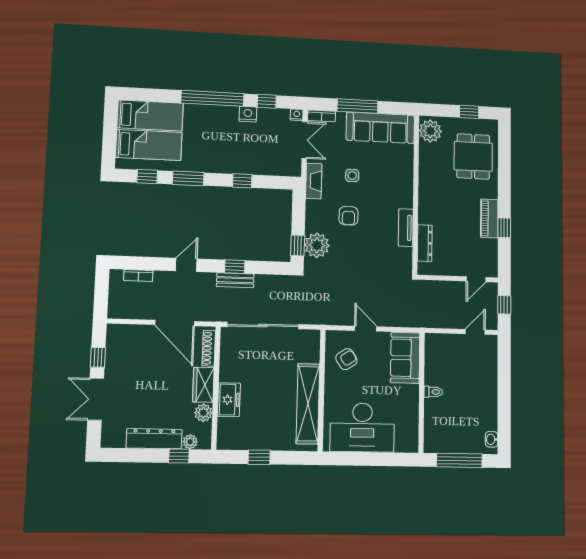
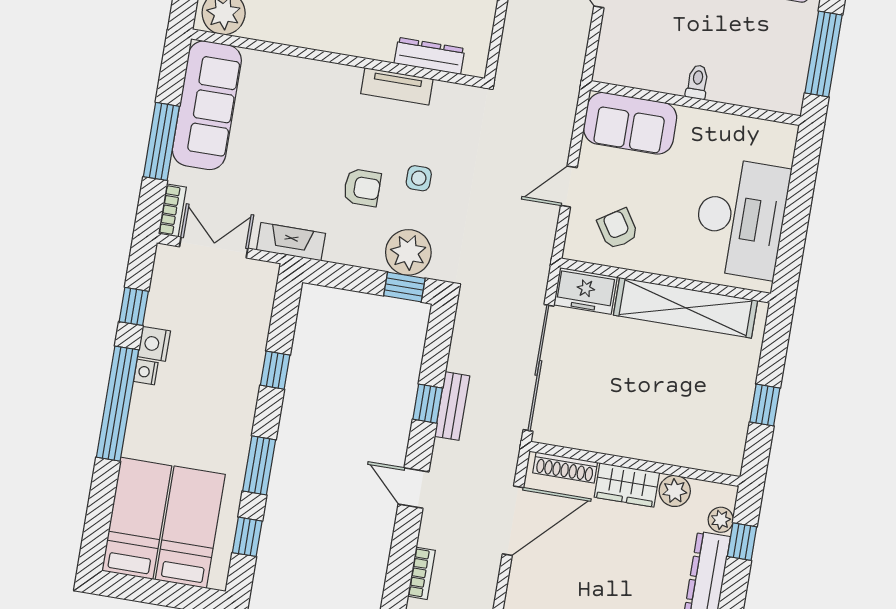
nightstand: (297, 115) -> (146, 372), moved
side table: (352, 175) -> (419, 178), moved
freezer: (229, 400) -> (585, 291), moved, turned 180

